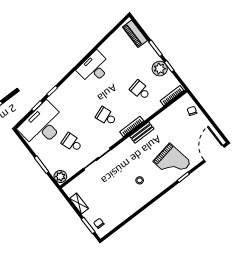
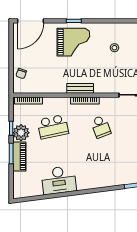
piano: (135, 34) -> (19, 157), moved
desk: (94, 68) -> (59, 180), moved
school desk: (140, 90) -> (53, 127), width x1.85
grand piano: (172, 162) -> (73, 42), turned 100

